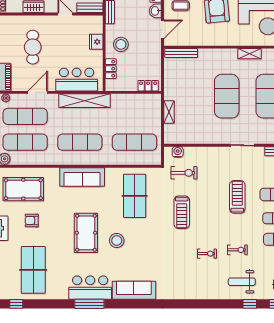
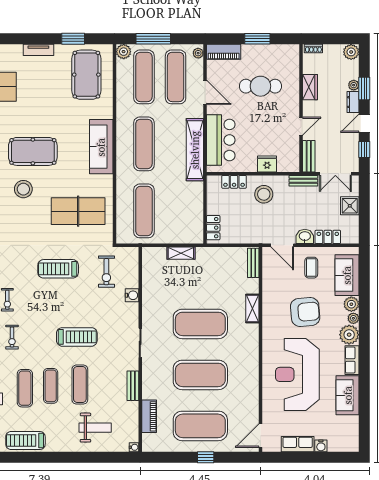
bench: (181, 53) -> (253, 263), width x0.73
shelving: (249, 54) -> (252, 308), moved
water cooler: (178, 152) -> (132, 295), moved
armchair: (32, 220) -> (48, 85), removed

